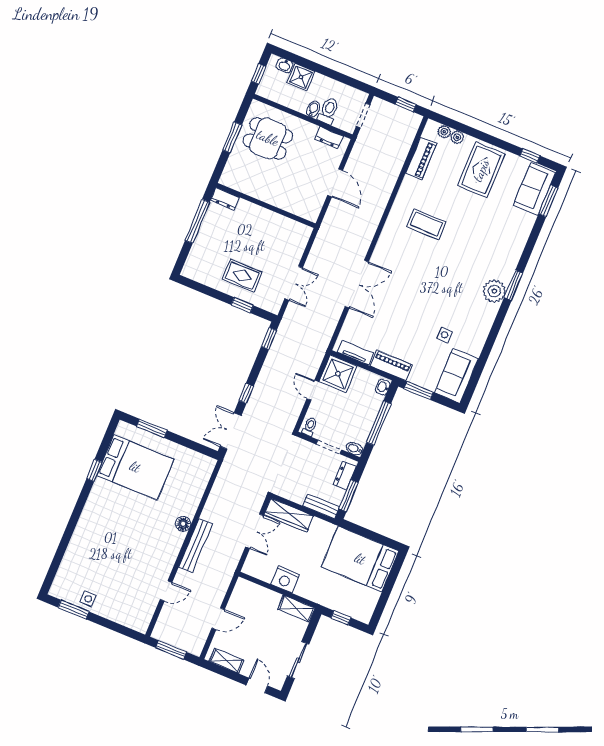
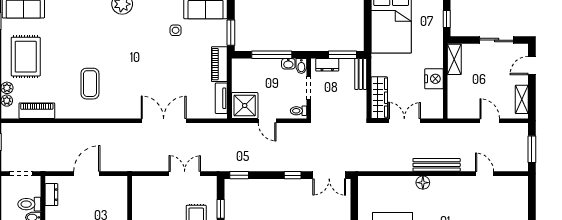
rug: (481, 170) -> (26, 57), turned 90
washbasin: (383, 387) -> (288, 64), moved
door: (313, 390) -> (267, 121), hinge flipped

